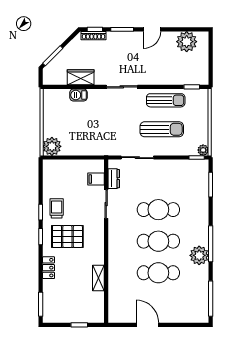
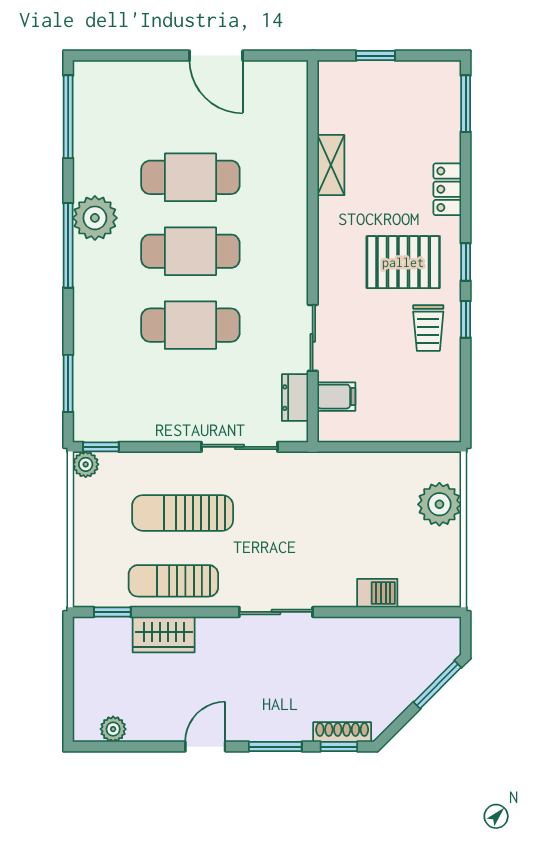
plant: (187, 42) -> (113, 729), width x0.53, depth x0.53
wardrobe: (81, 77) -> (164, 635), moved
plant: (52, 146) -> (439, 504), moved

